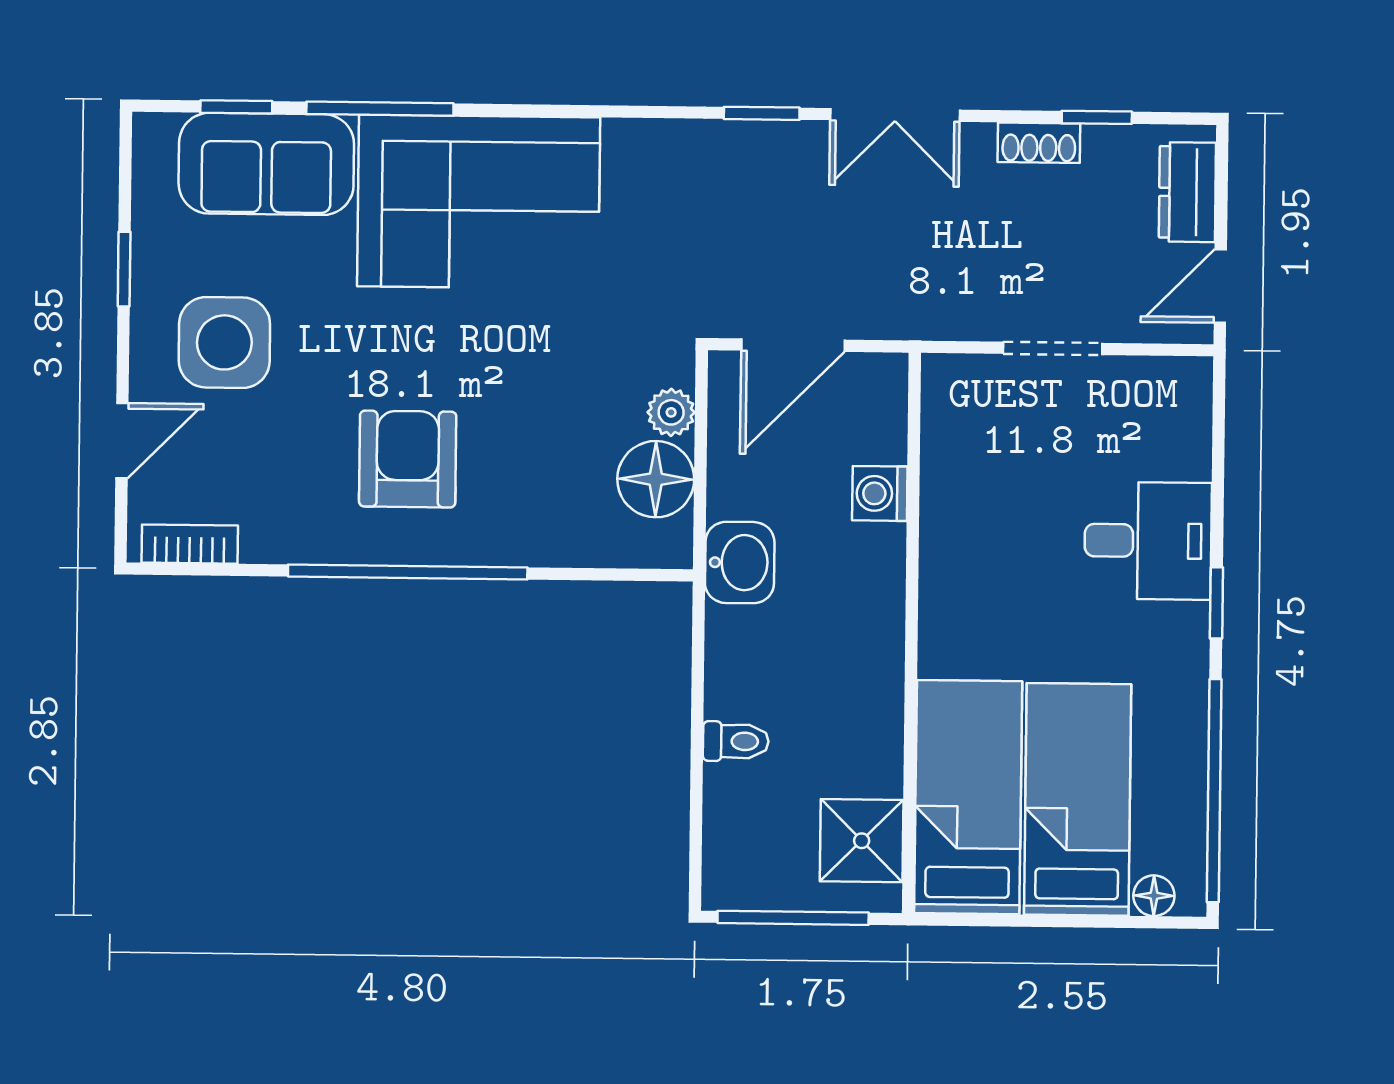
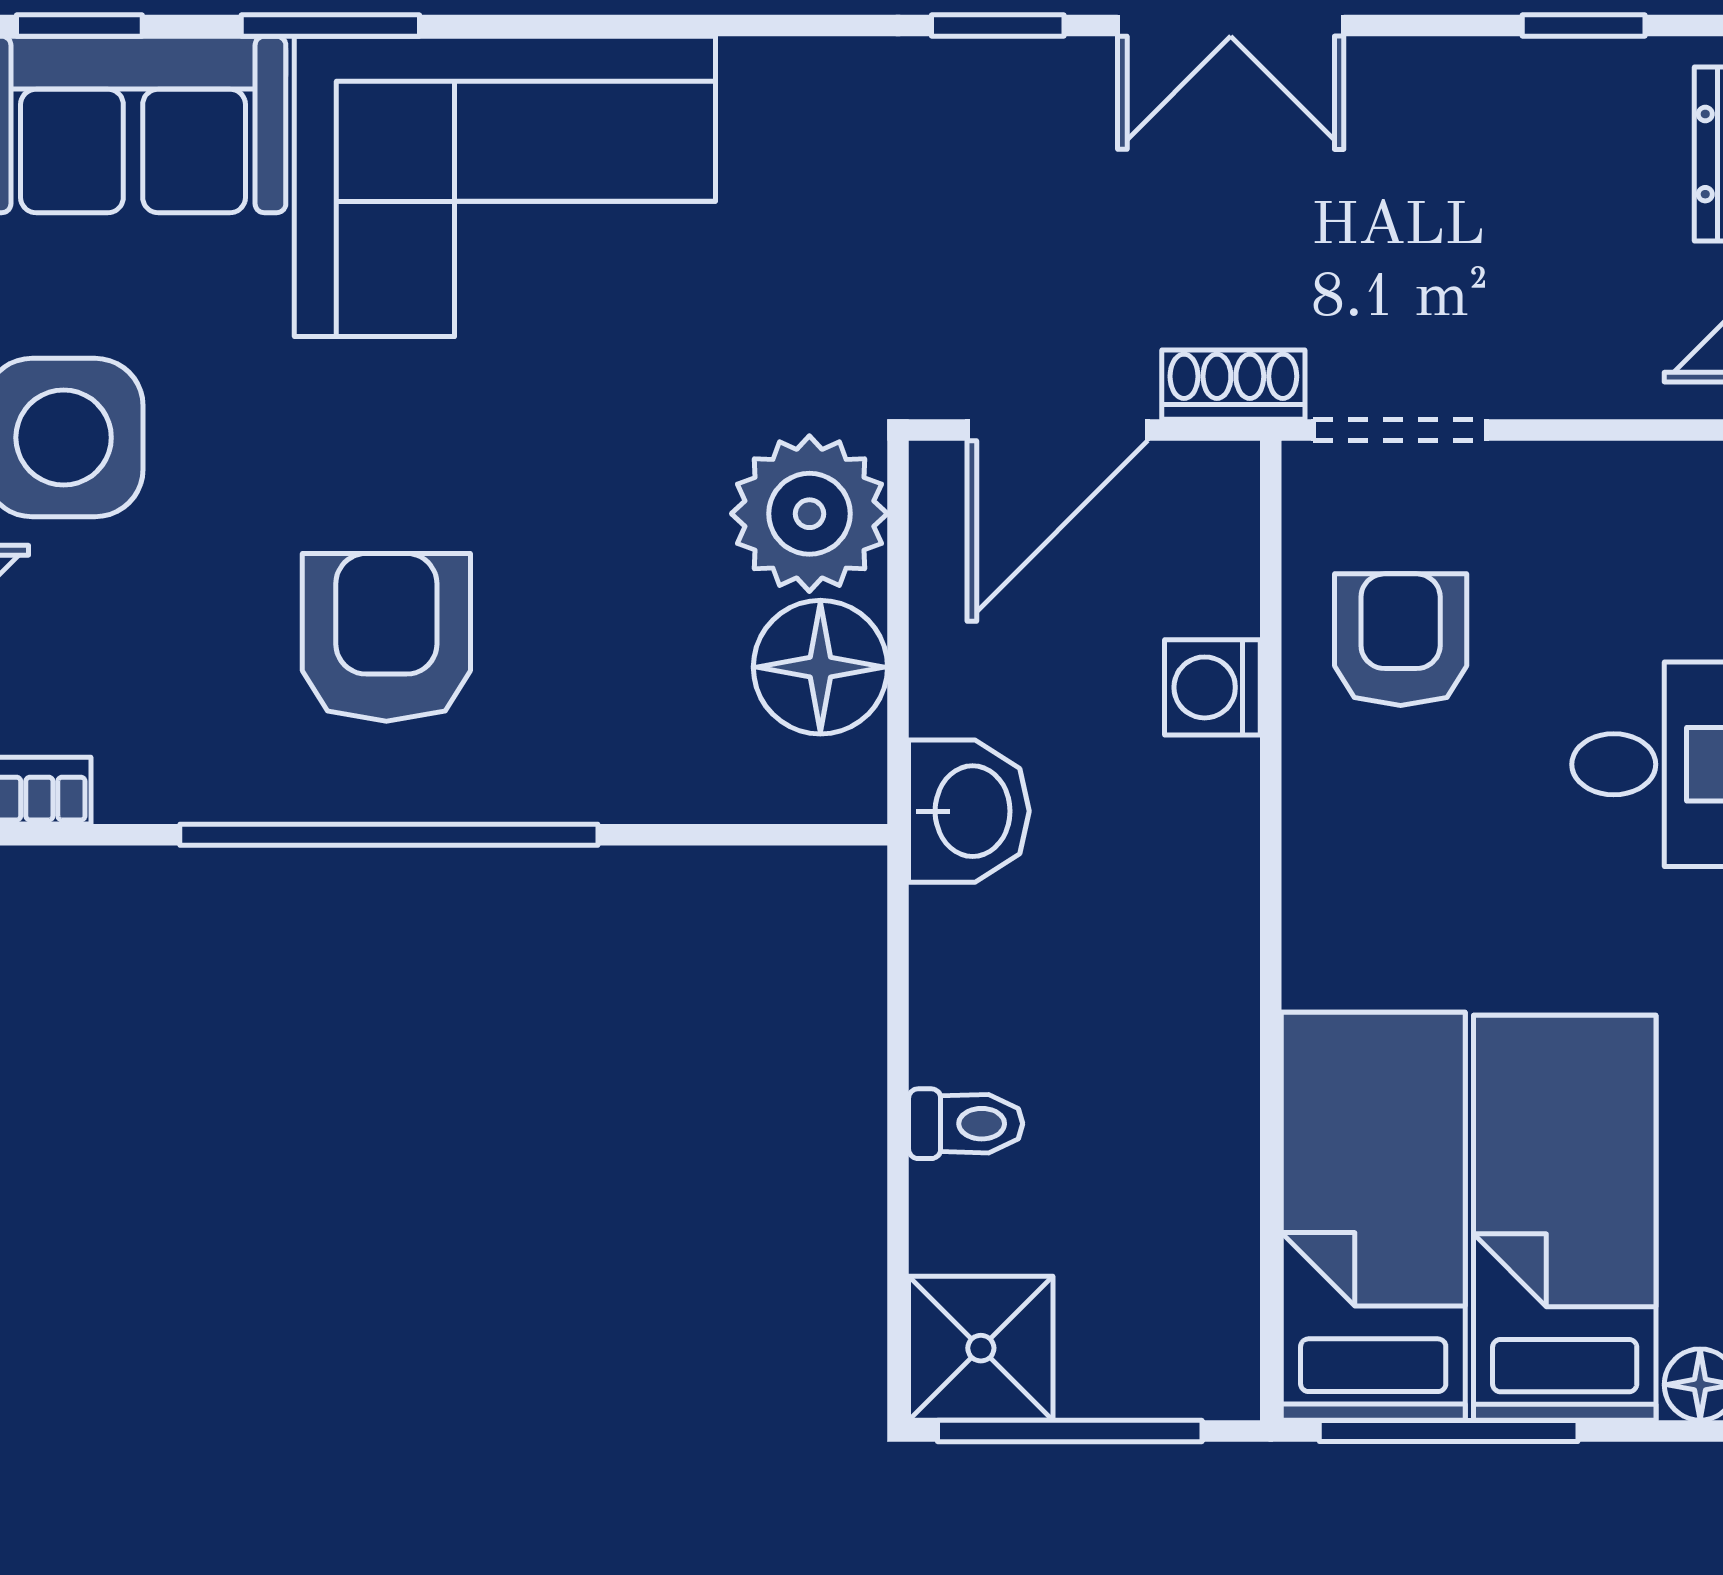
window: (380, 109) -> (330, 25), width x0.69
shoe rack: (1039, 143) -> (1233, 385), moved, turned 180
doorway: (1053, 348) -> (1400, 430), moved
plant: (671, 412) -> (809, 514), width x1.87, depth x1.87
armchair: (988, 467) -> (1401, 640), added
shower: (862, 841) -> (981, 1348), moved
window: (1010, 920) -> (1449, 1431), added

